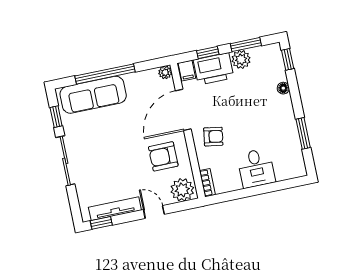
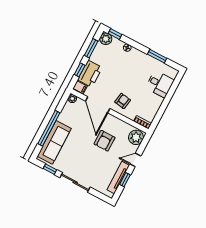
plant: (241, 59) -> (106, 39), moved
armchair: (163, 156) -> (104, 141), moved
desk: (256, 168) -> (160, 84), moved
window: (101, 223) -> (125, 180), moved

